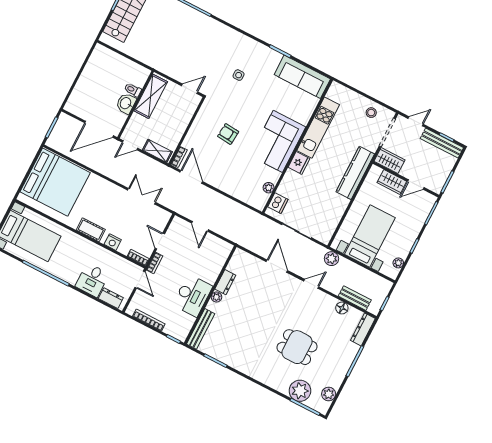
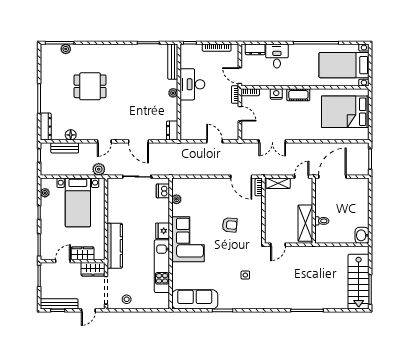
washbasin: (126, 103) -> (362, 235), moved, turned 180
bed: (55, 182) -> (345, 112), width x0.73
dresser: (225, 282) -> (172, 130), moved
plant: (300, 391) -> (66, 49), width x0.53, depth x0.53
plant: (329, 394) -> (46, 62), removed

